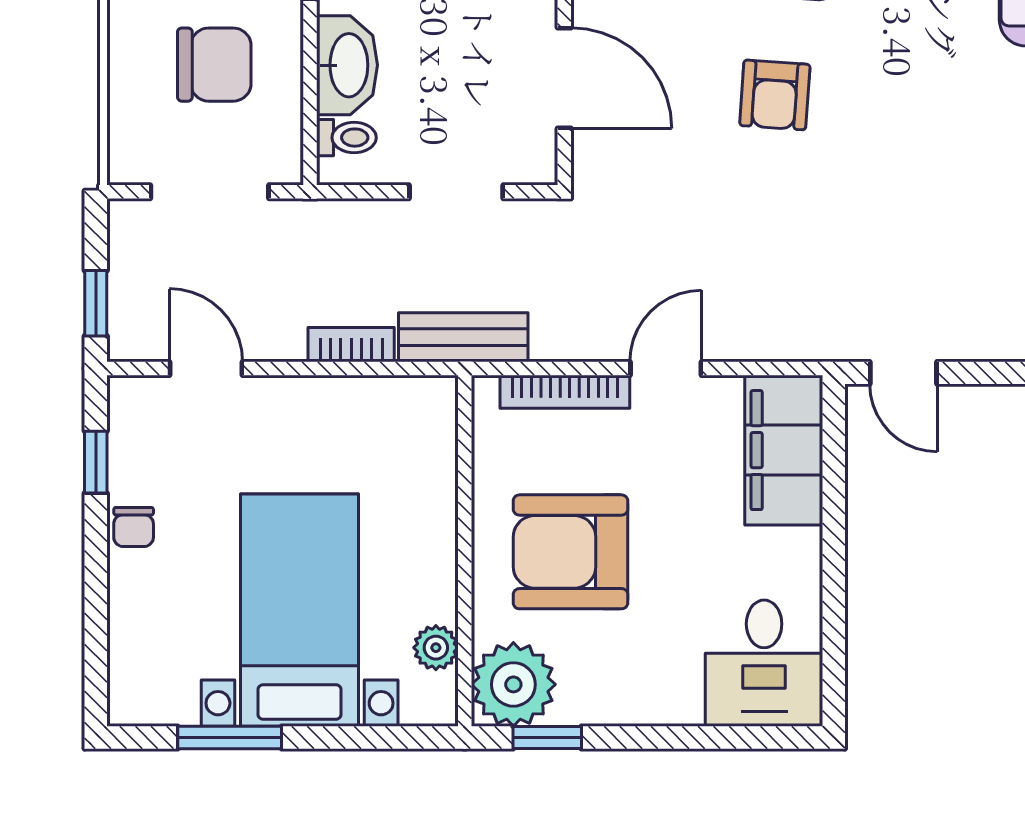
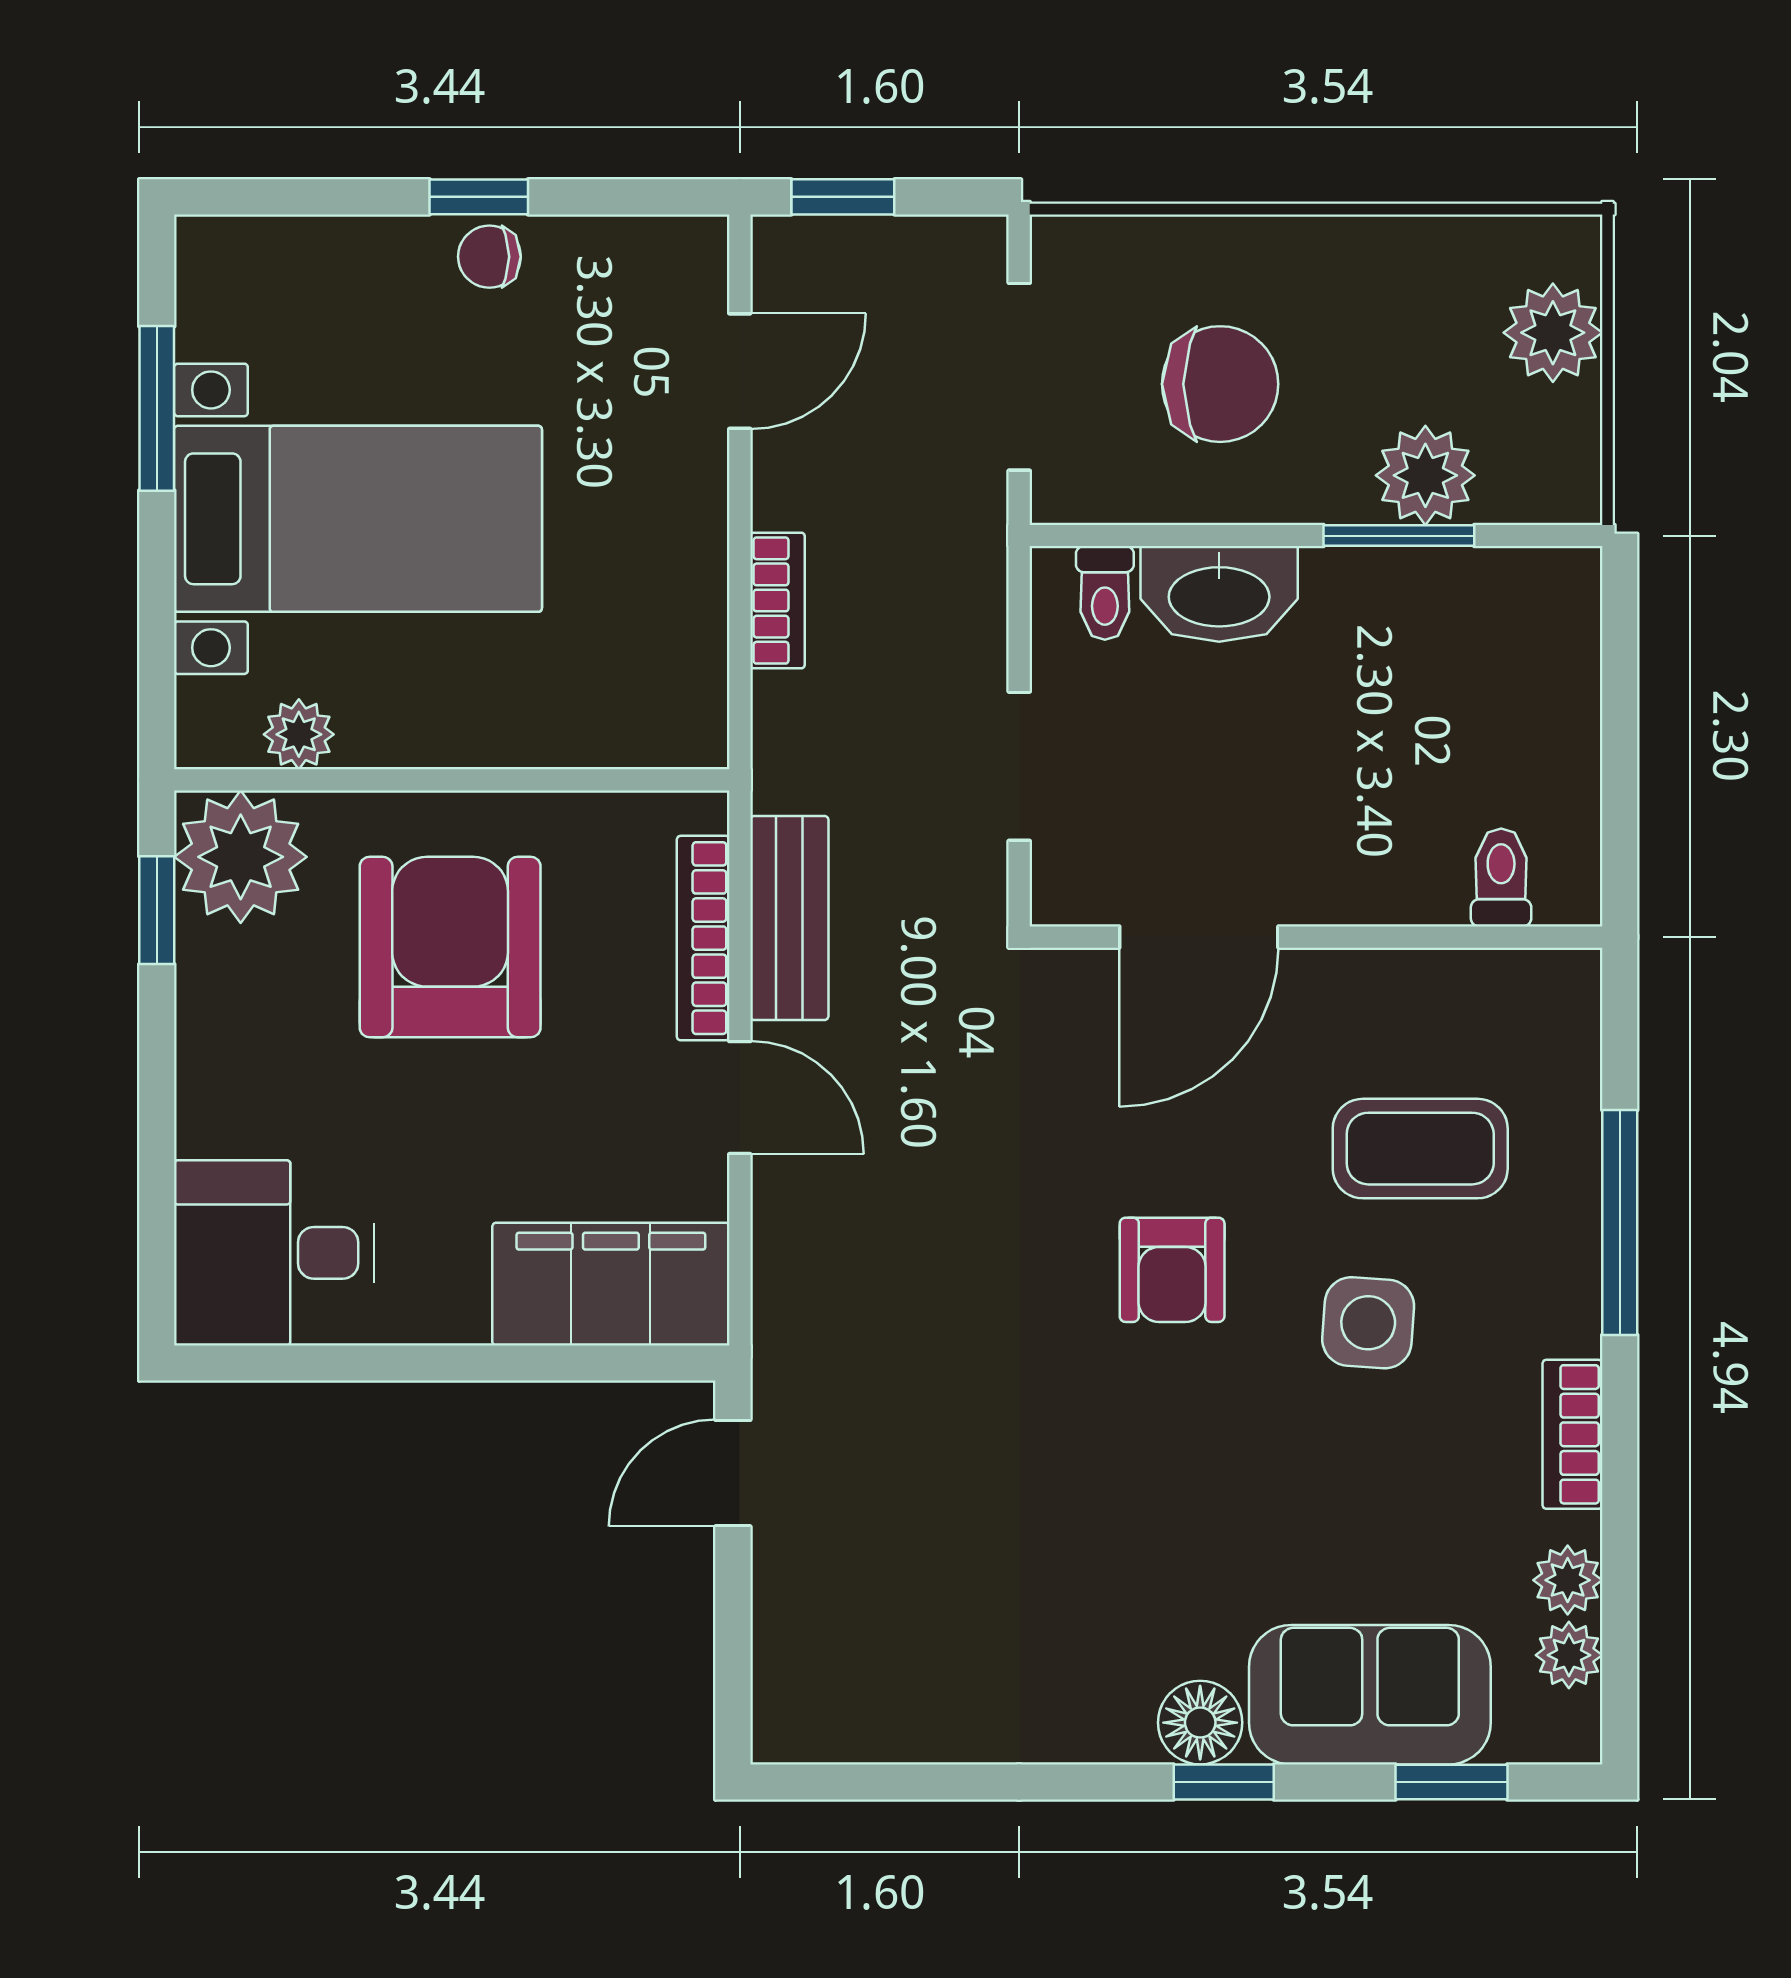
chair: (214, 65) -> (1220, 384), turned -90
armchair: (775, 95) -> (1172, 1270), turned -94
bench: (463, 337) -> (789, 918), moved
window: (96, 462) -> (479, 197), moved

